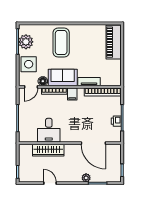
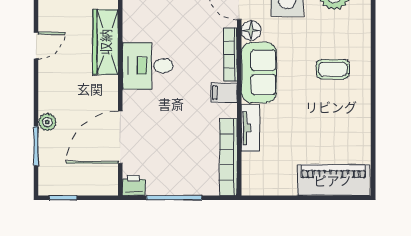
coffee table: (61, 43) -> (333, 69), width x0.54, depth x0.58
printer: (116, 121) -> (134, 185), moved
desk: (49, 130) -> (148, 66), moved

